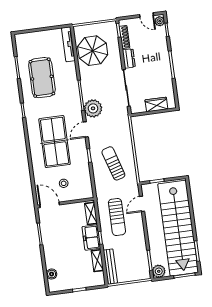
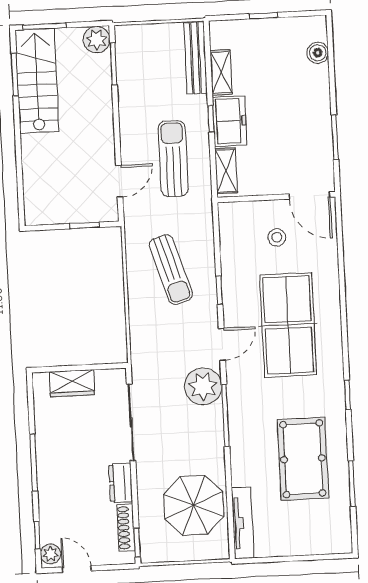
stairs: (178, 228) -> (37, 81), width x0.54, depth x0.66

